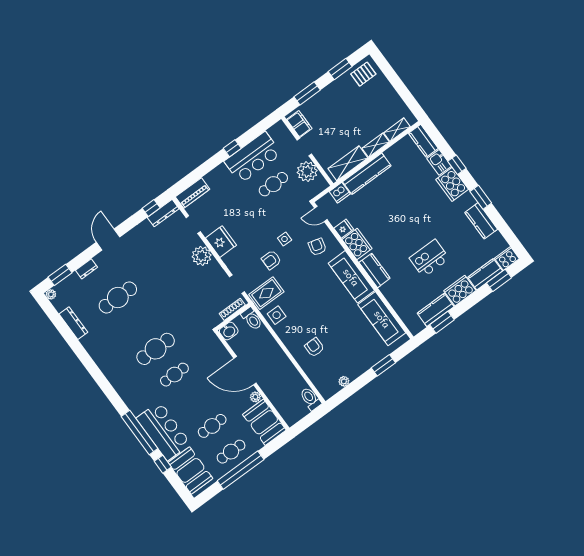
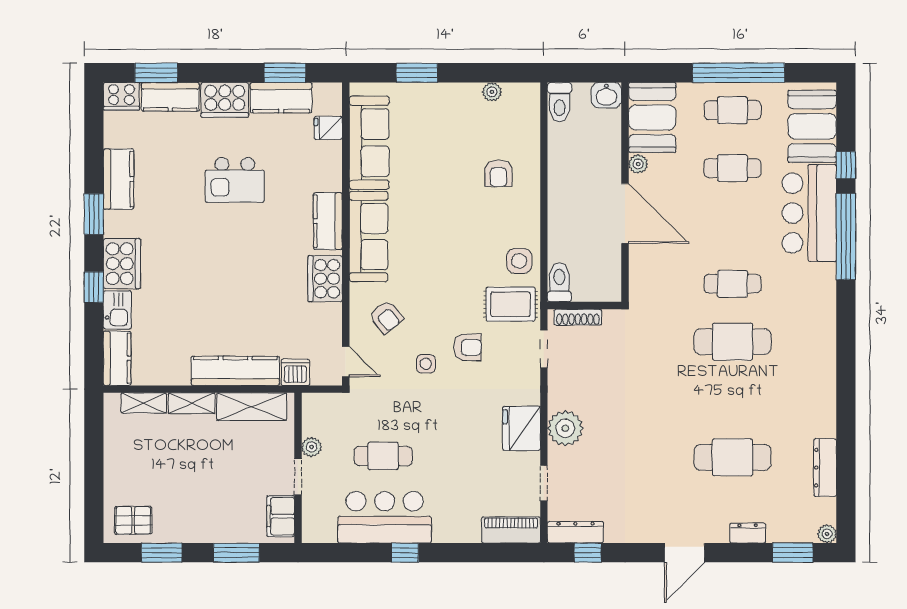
plant: (307, 172) -> (312, 447), width x0.53, depth x0.53
fridge: (344, 229) -> (328, 128), moved
armchair: (317, 247) -> (386, 317), turned -54
washbasin: (229, 331) -> (606, 95), moved, turned 180

